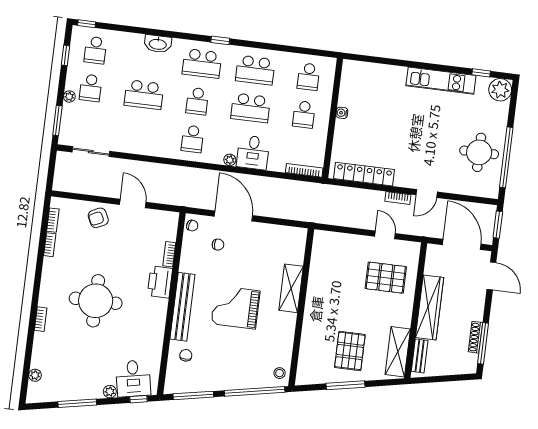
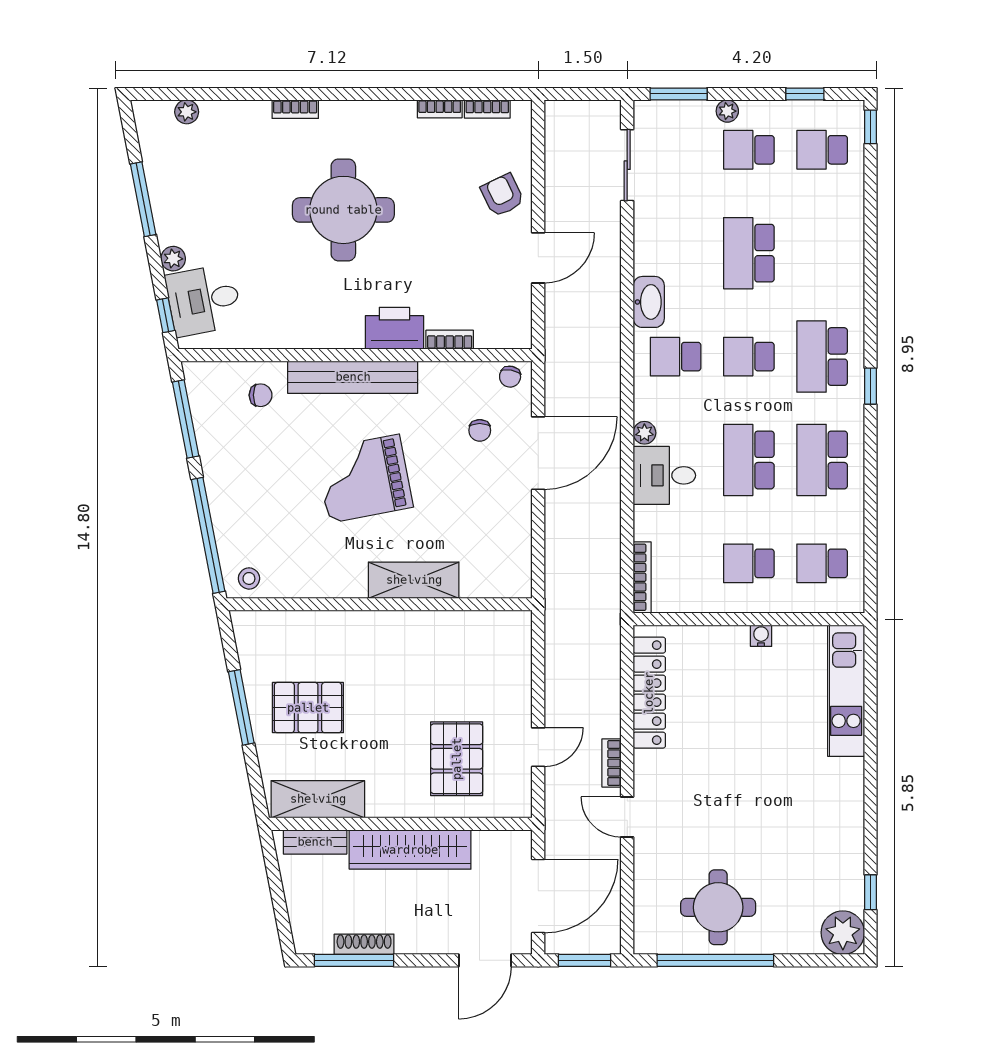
washbasin: (158, 44) -> (649, 302), moved, turned 180
kitchen unit: (441, 81) -> (846, 691), moved
grand piano: (235, 307) -> (364, 479), turned -101

